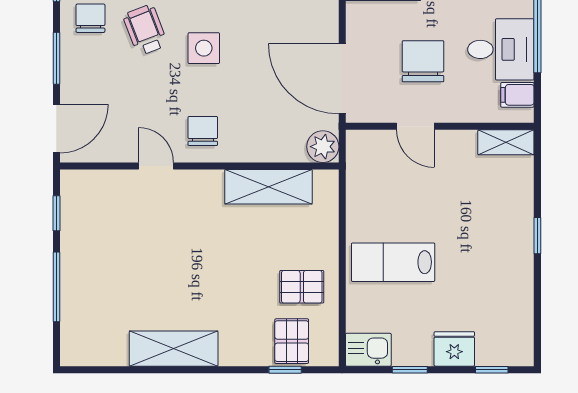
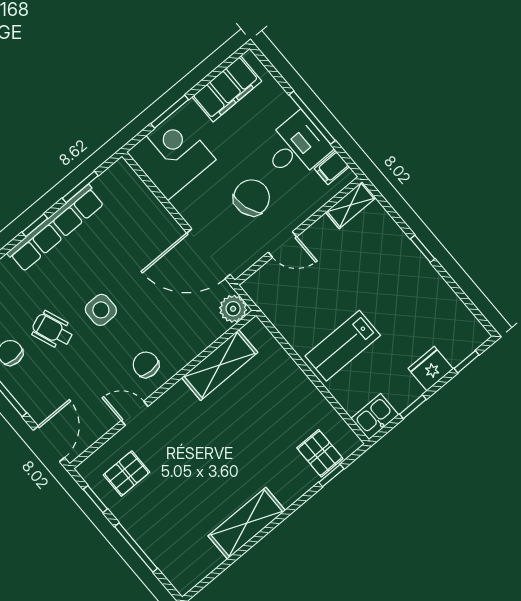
chair: (423, 61) -> (252, 198), turned 73
pallet: (302, 287) -> (127, 473), moved

